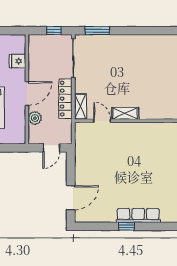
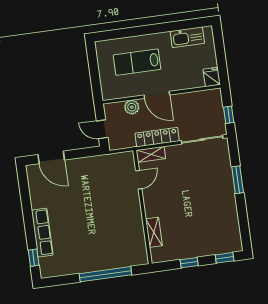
window: (97, 31) -> (238, 180), moved
fridge: (17, 61) -> (212, 77), moved
shelving: (125, 113) -> (154, 232), moved
window: (126, 226) -> (34, 258), moved

